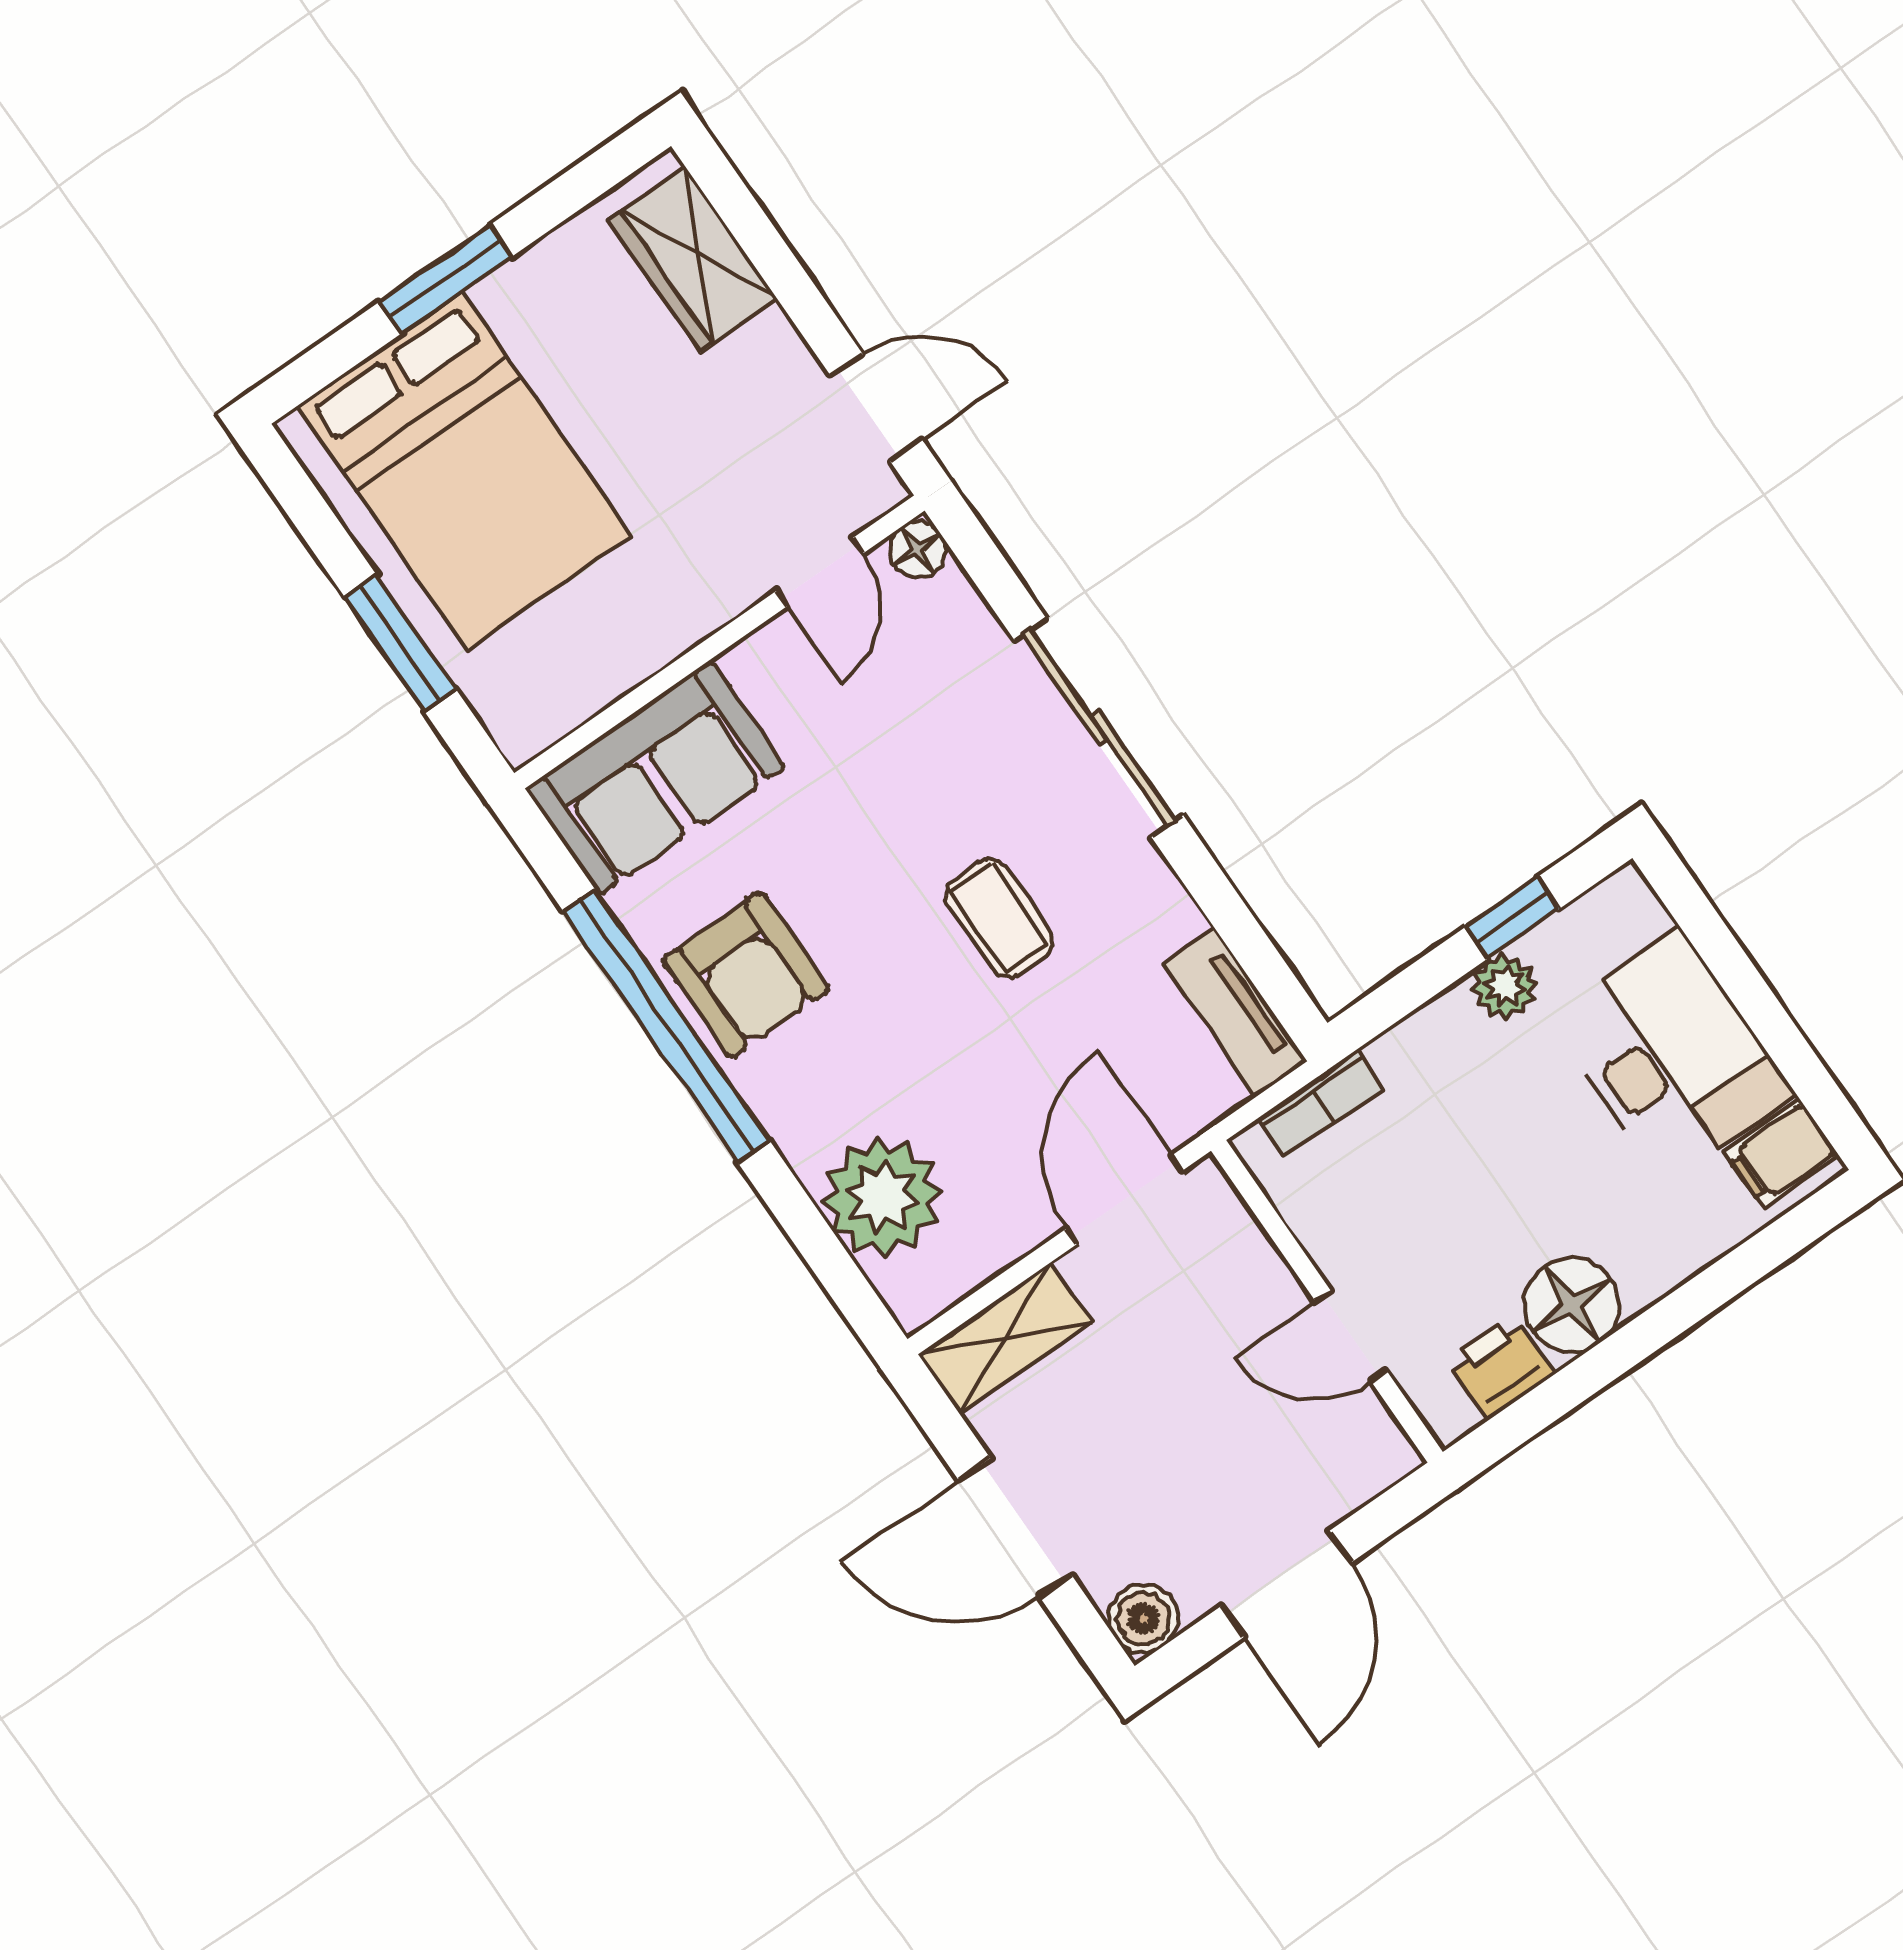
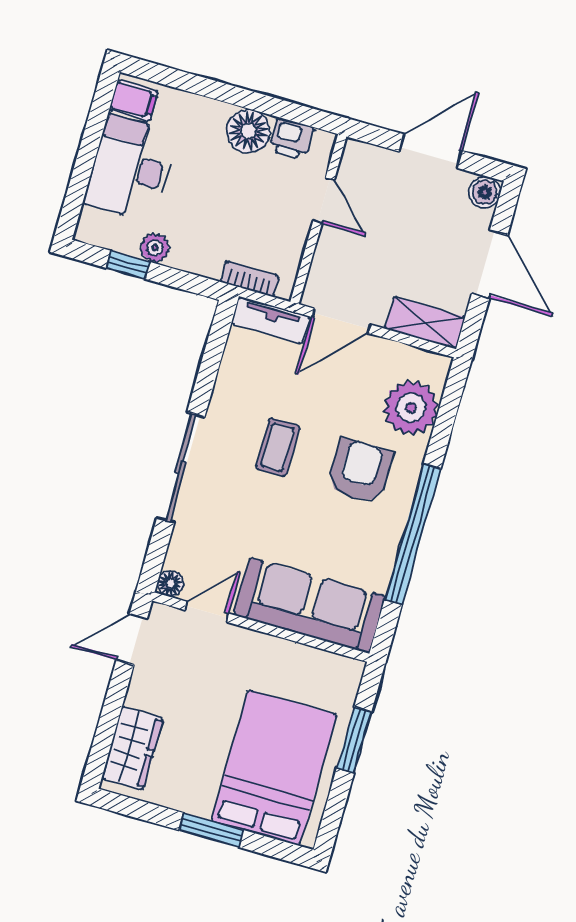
door: (877, 408) -> (132, 639), hinge flipped
sofa: (655, 778) -> (310, 605), width x1.36
armchair: (746, 975) -> (360, 471), moved
tv unit: (1235, 1012) -> (271, 320), moved, turned 90

